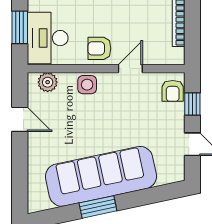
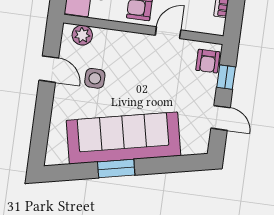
side table: (87, 85) -> (95, 78), moved

